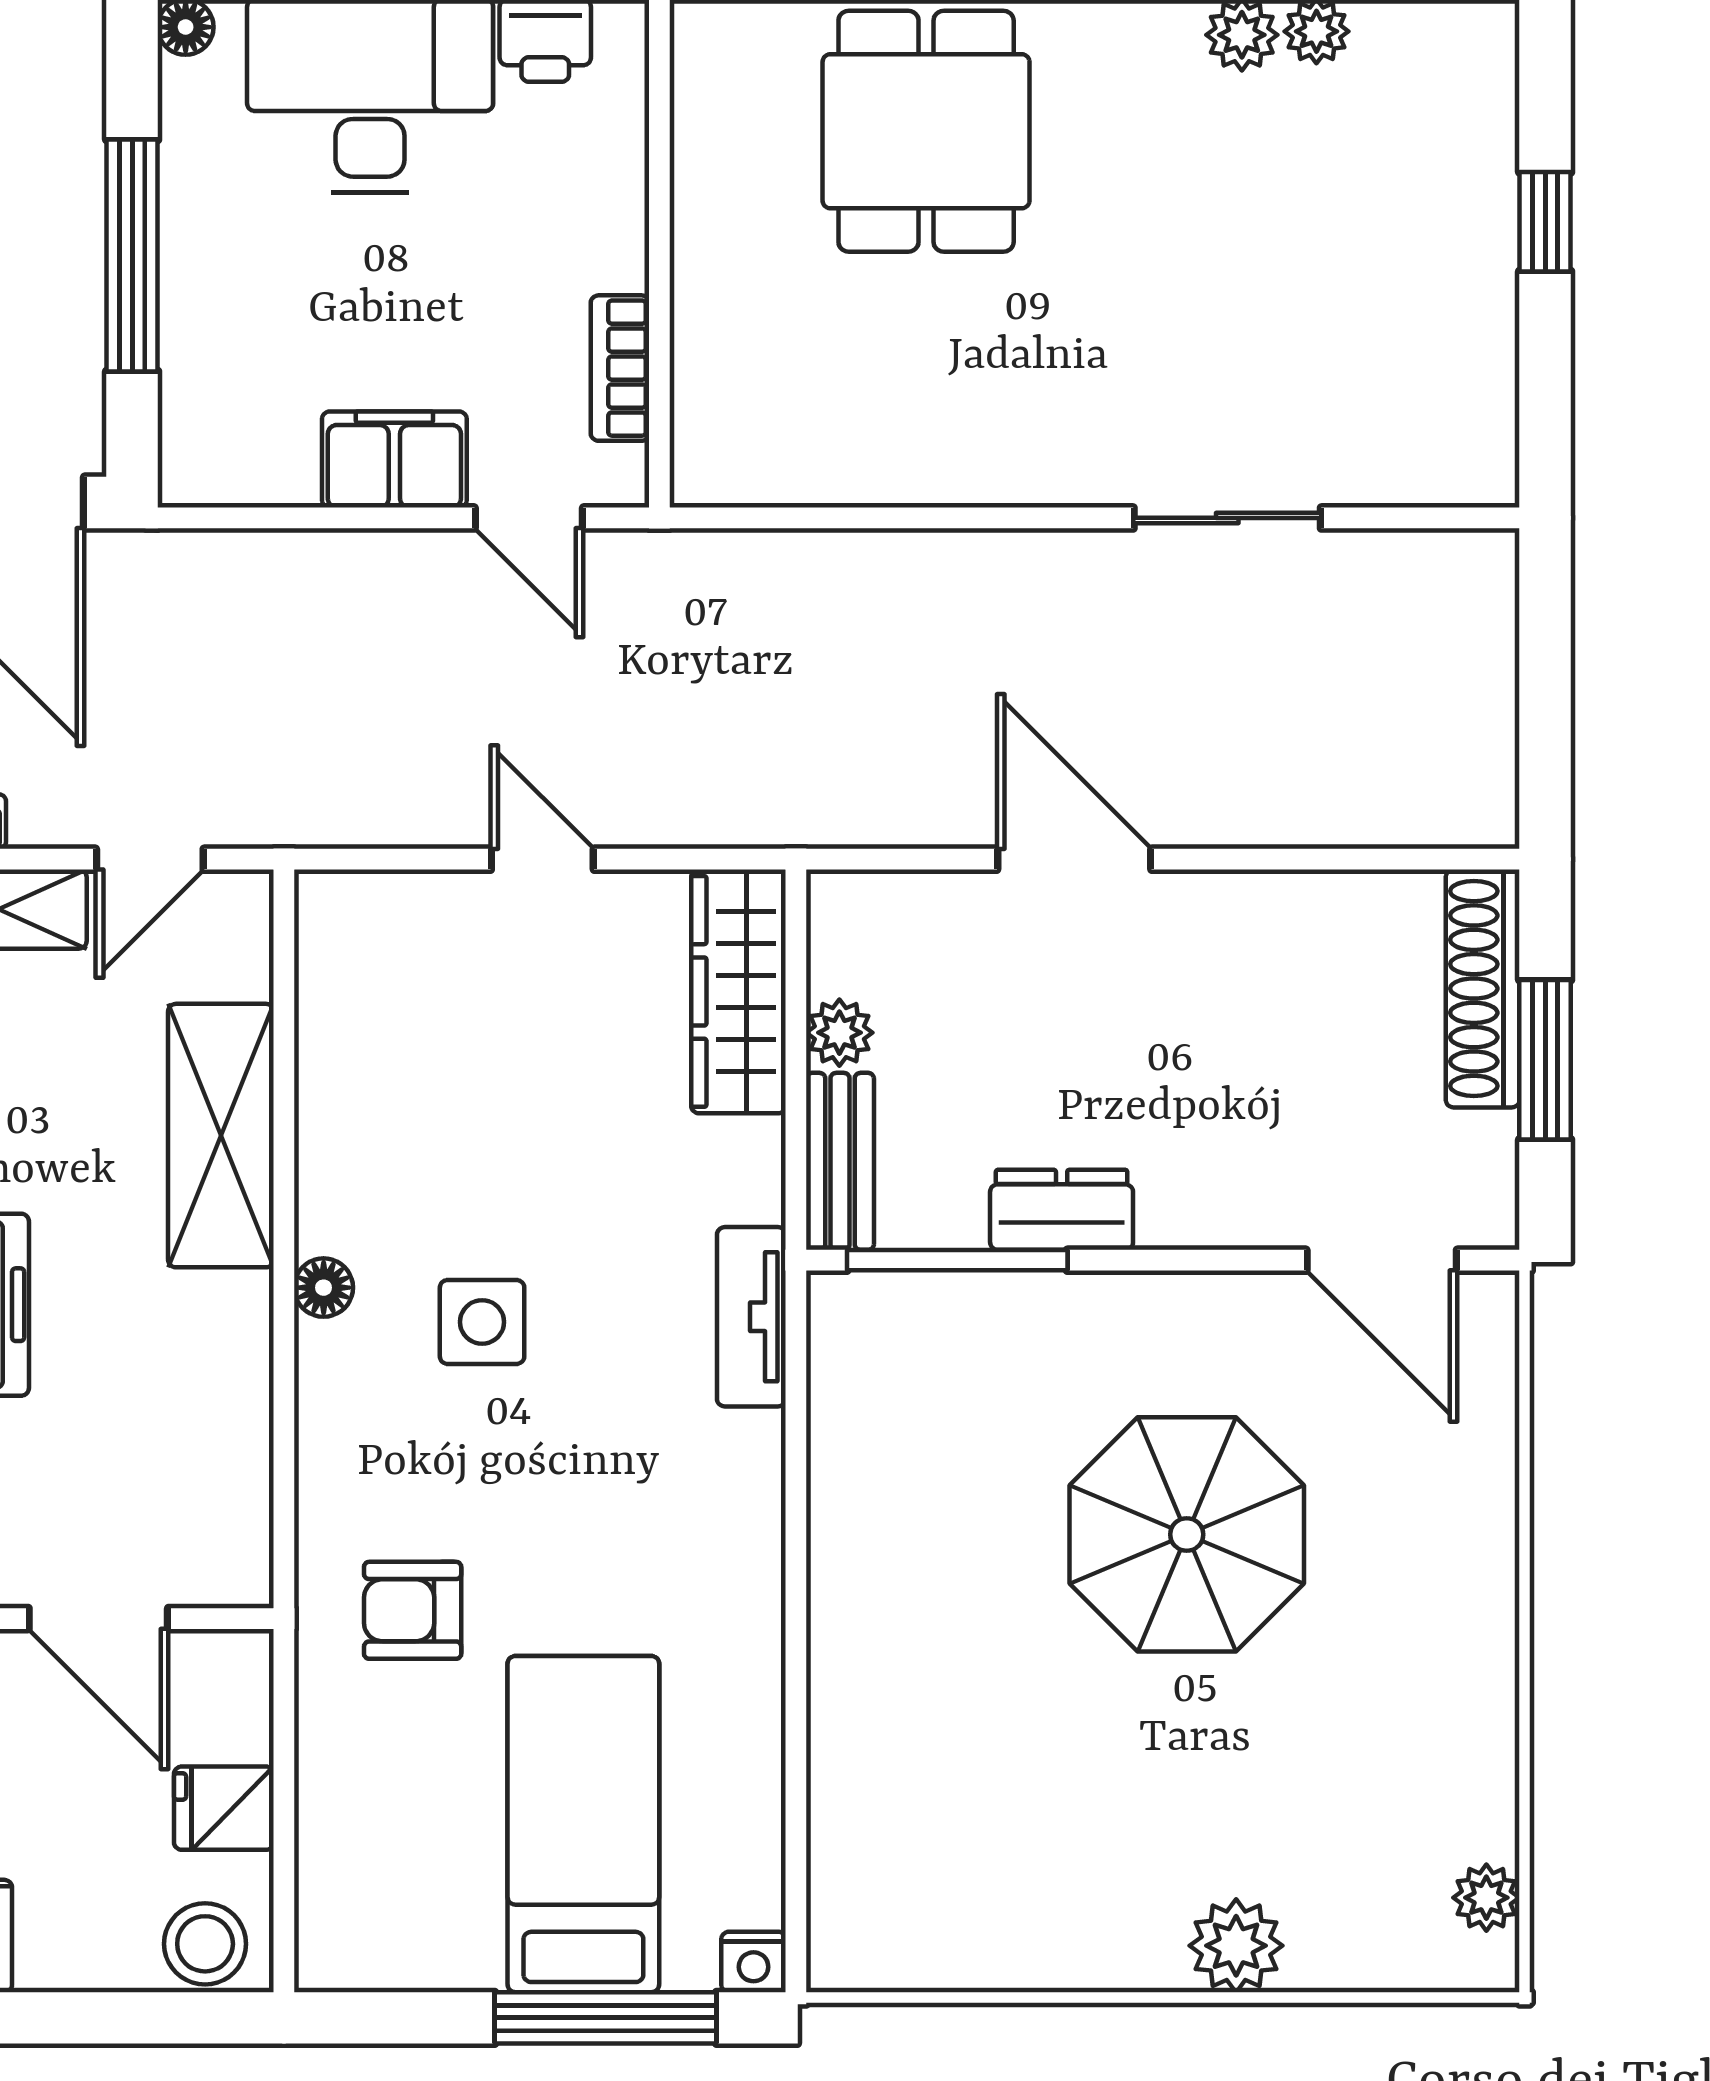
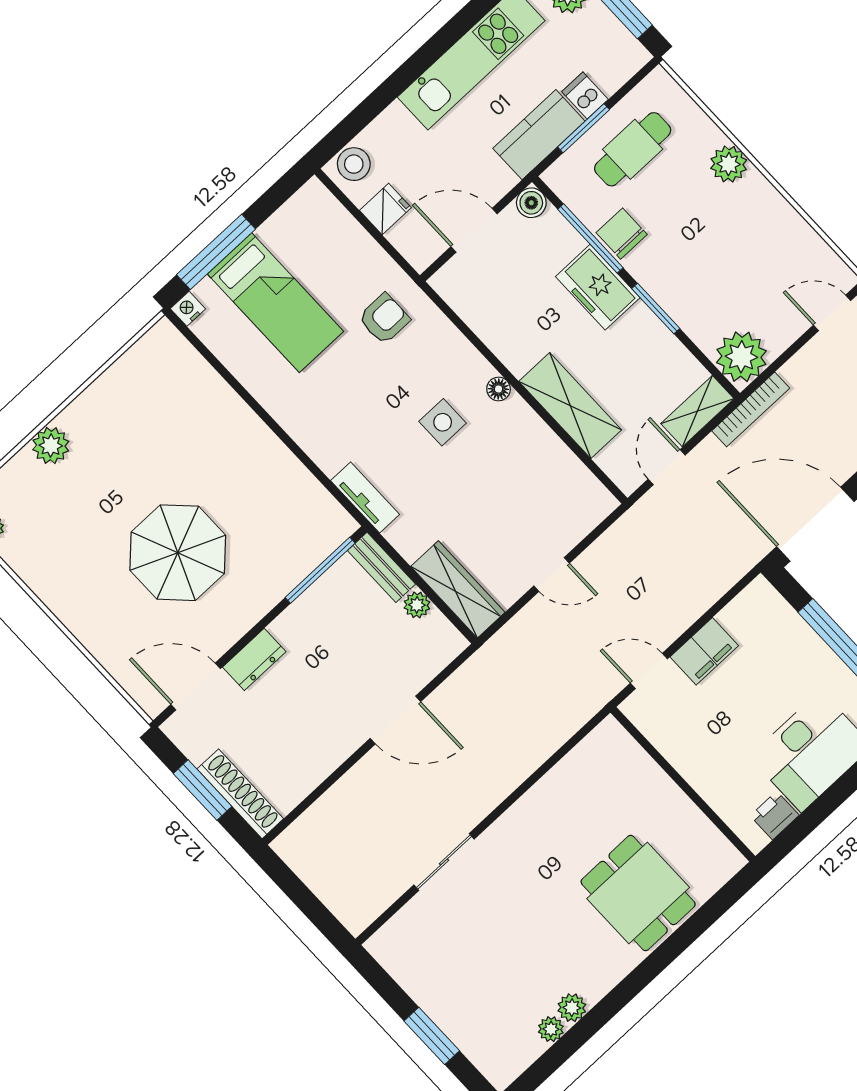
window: (1545, 222) -> (432, 1036), width x1.50
bookcase: (620, 368) -> (663, 740), removed
dresser: (1062, 1210) -> (254, 659), moved

